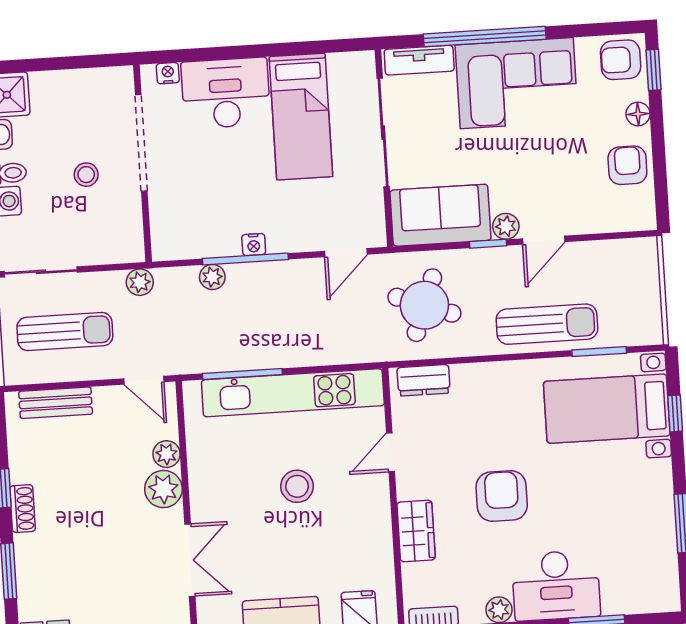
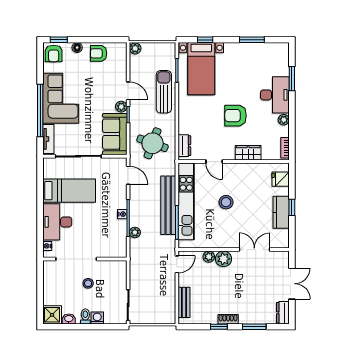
plant: (140, 282) -> (135, 48), moved
sun lounger: (65, 332) -> (154, 297), removed
bench: (281, 351) -> (168, 205), added

